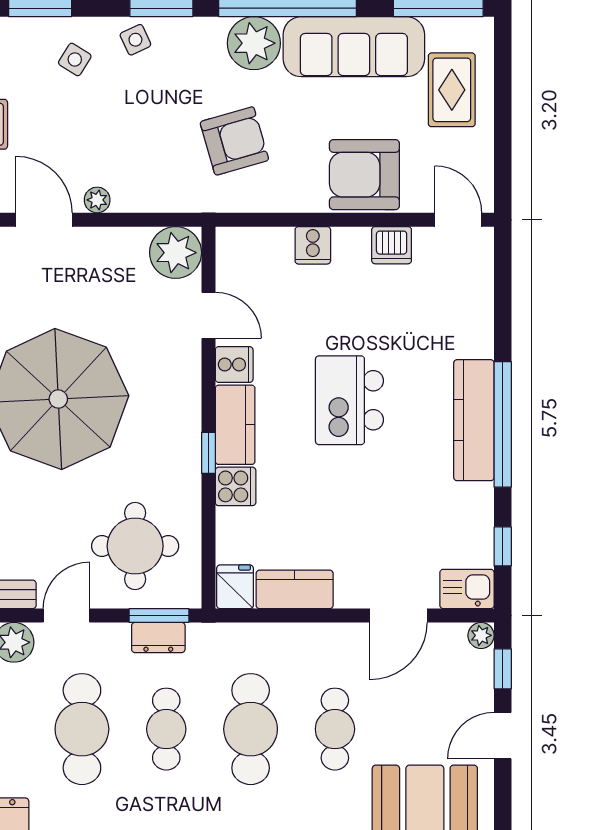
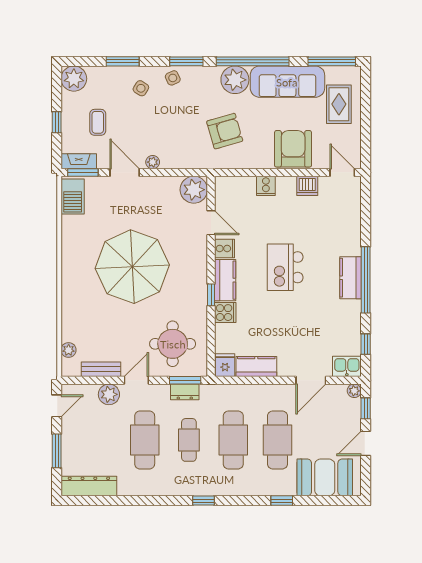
armchair: (364, 175) -> (293, 149), turned 90
kitchen counter: (474, 420) -> (350, 278), width x0.67
cafe table: (335, 729) -> (277, 440), width x1.37, depth x1.35

